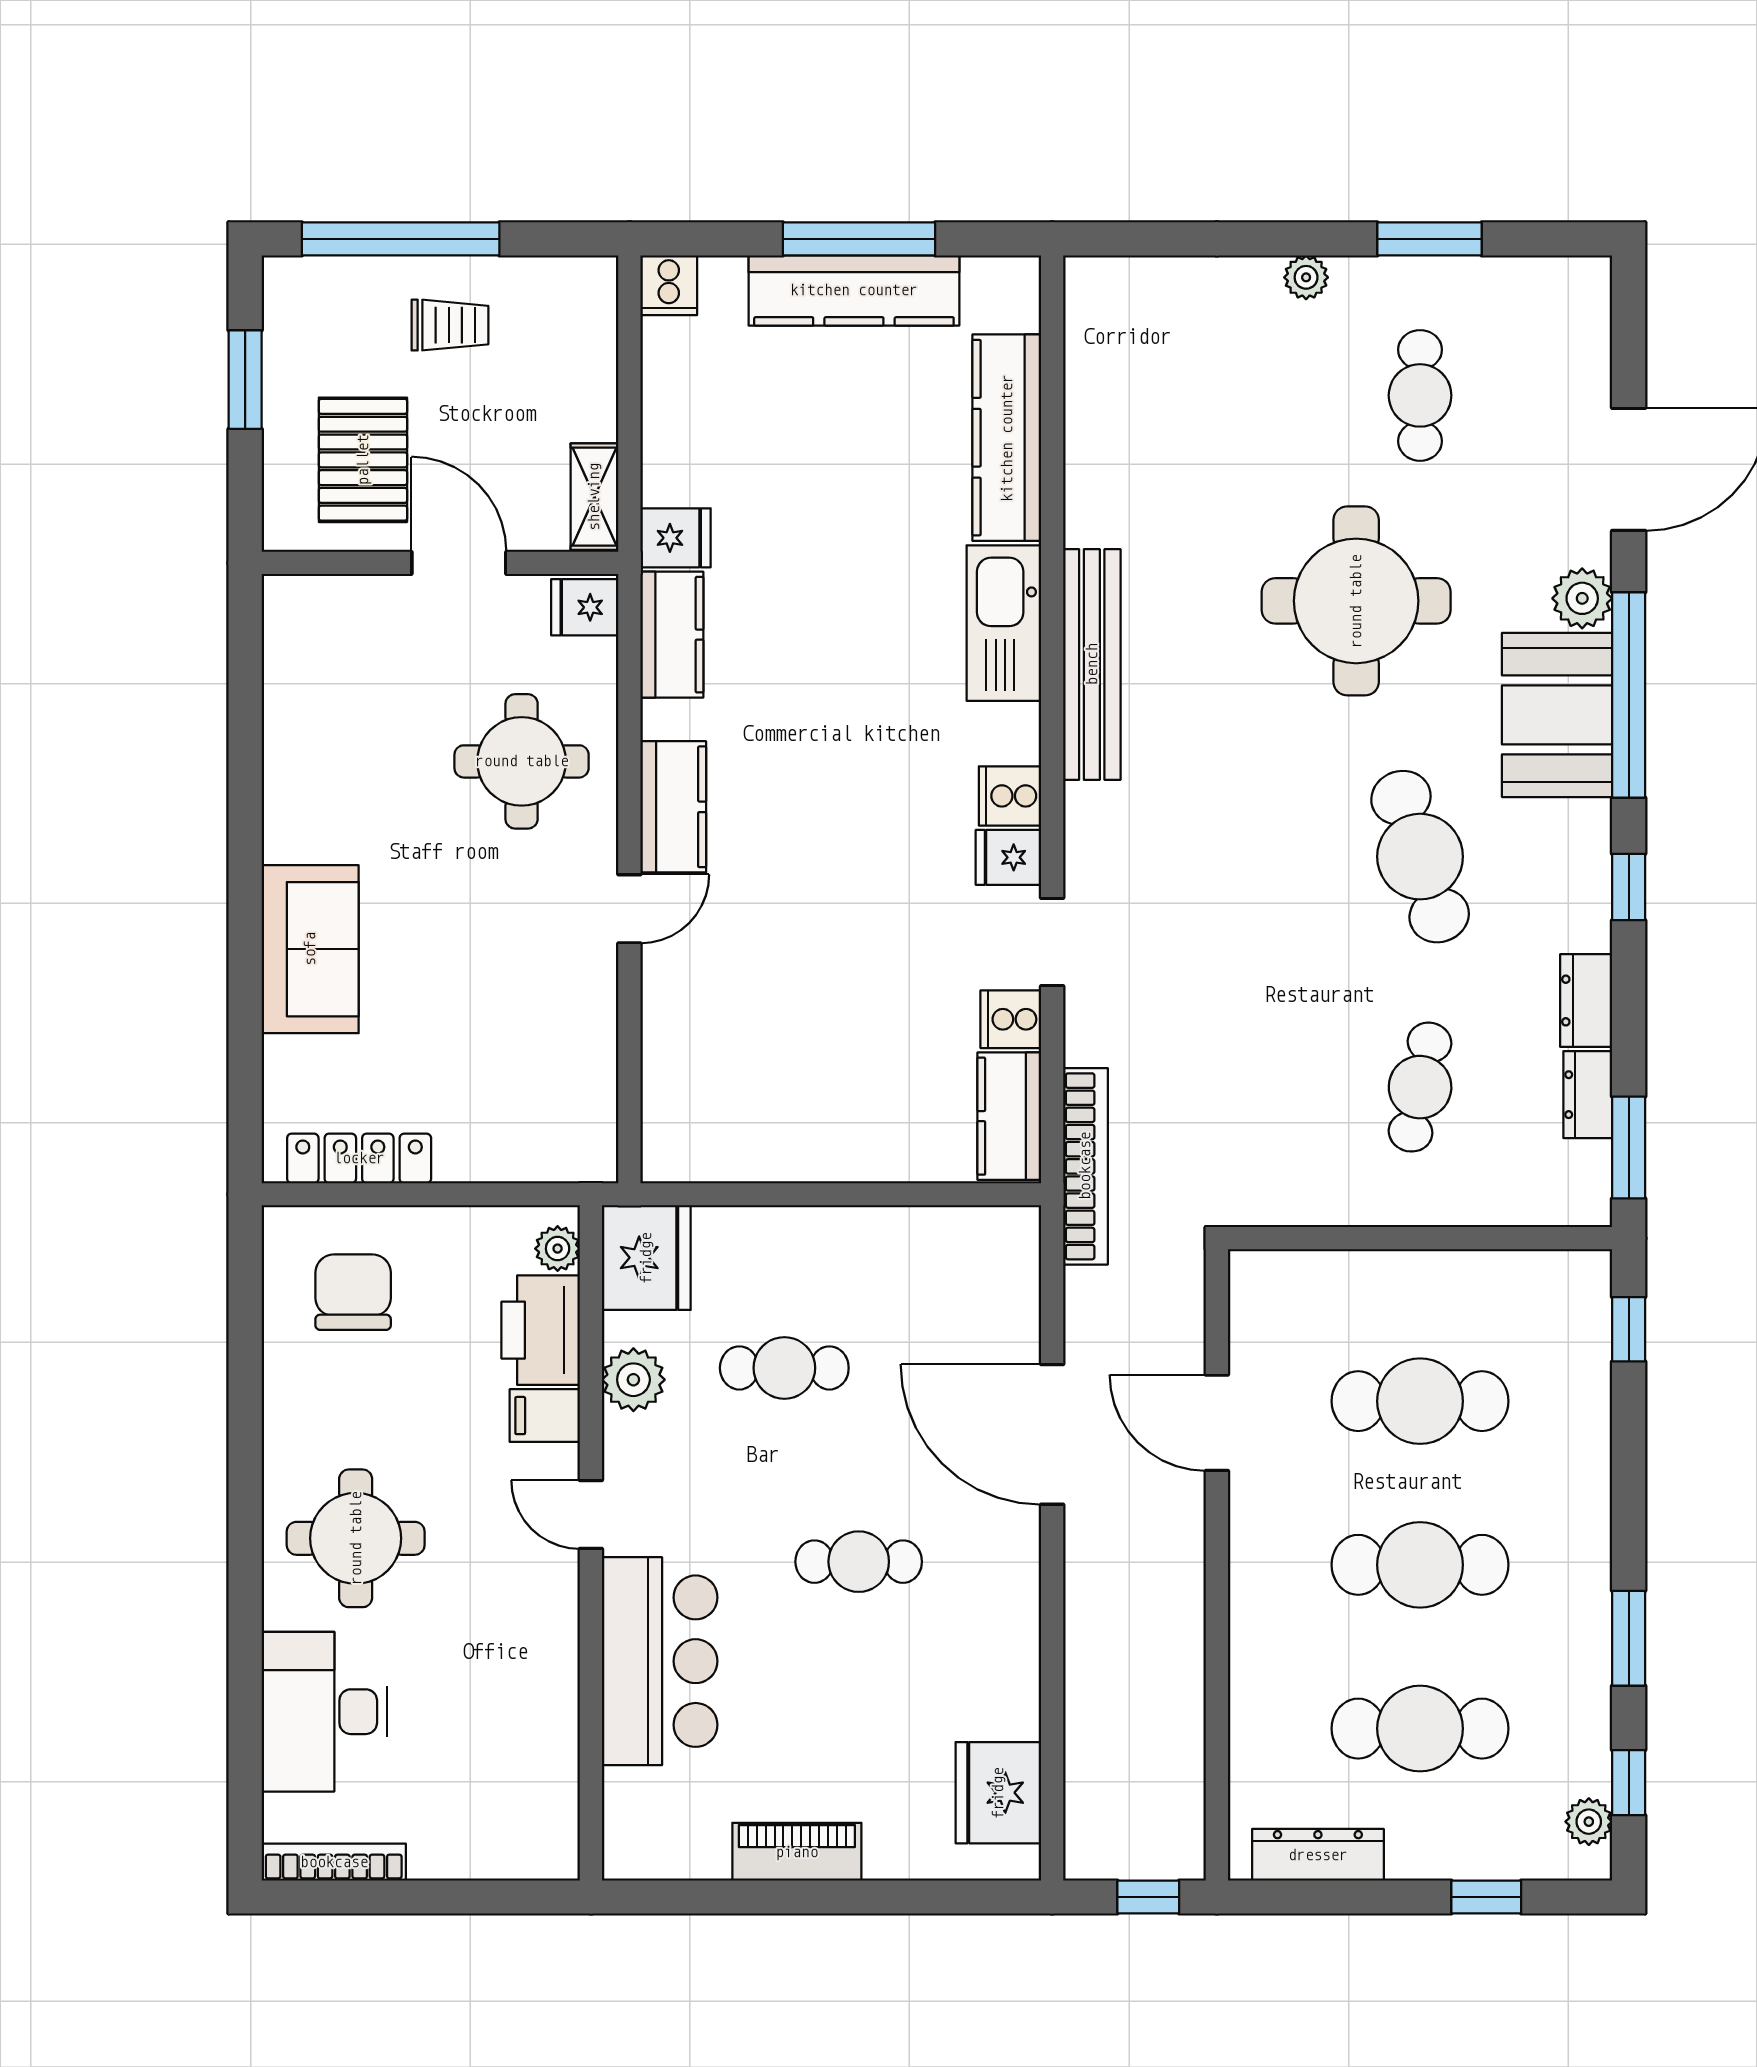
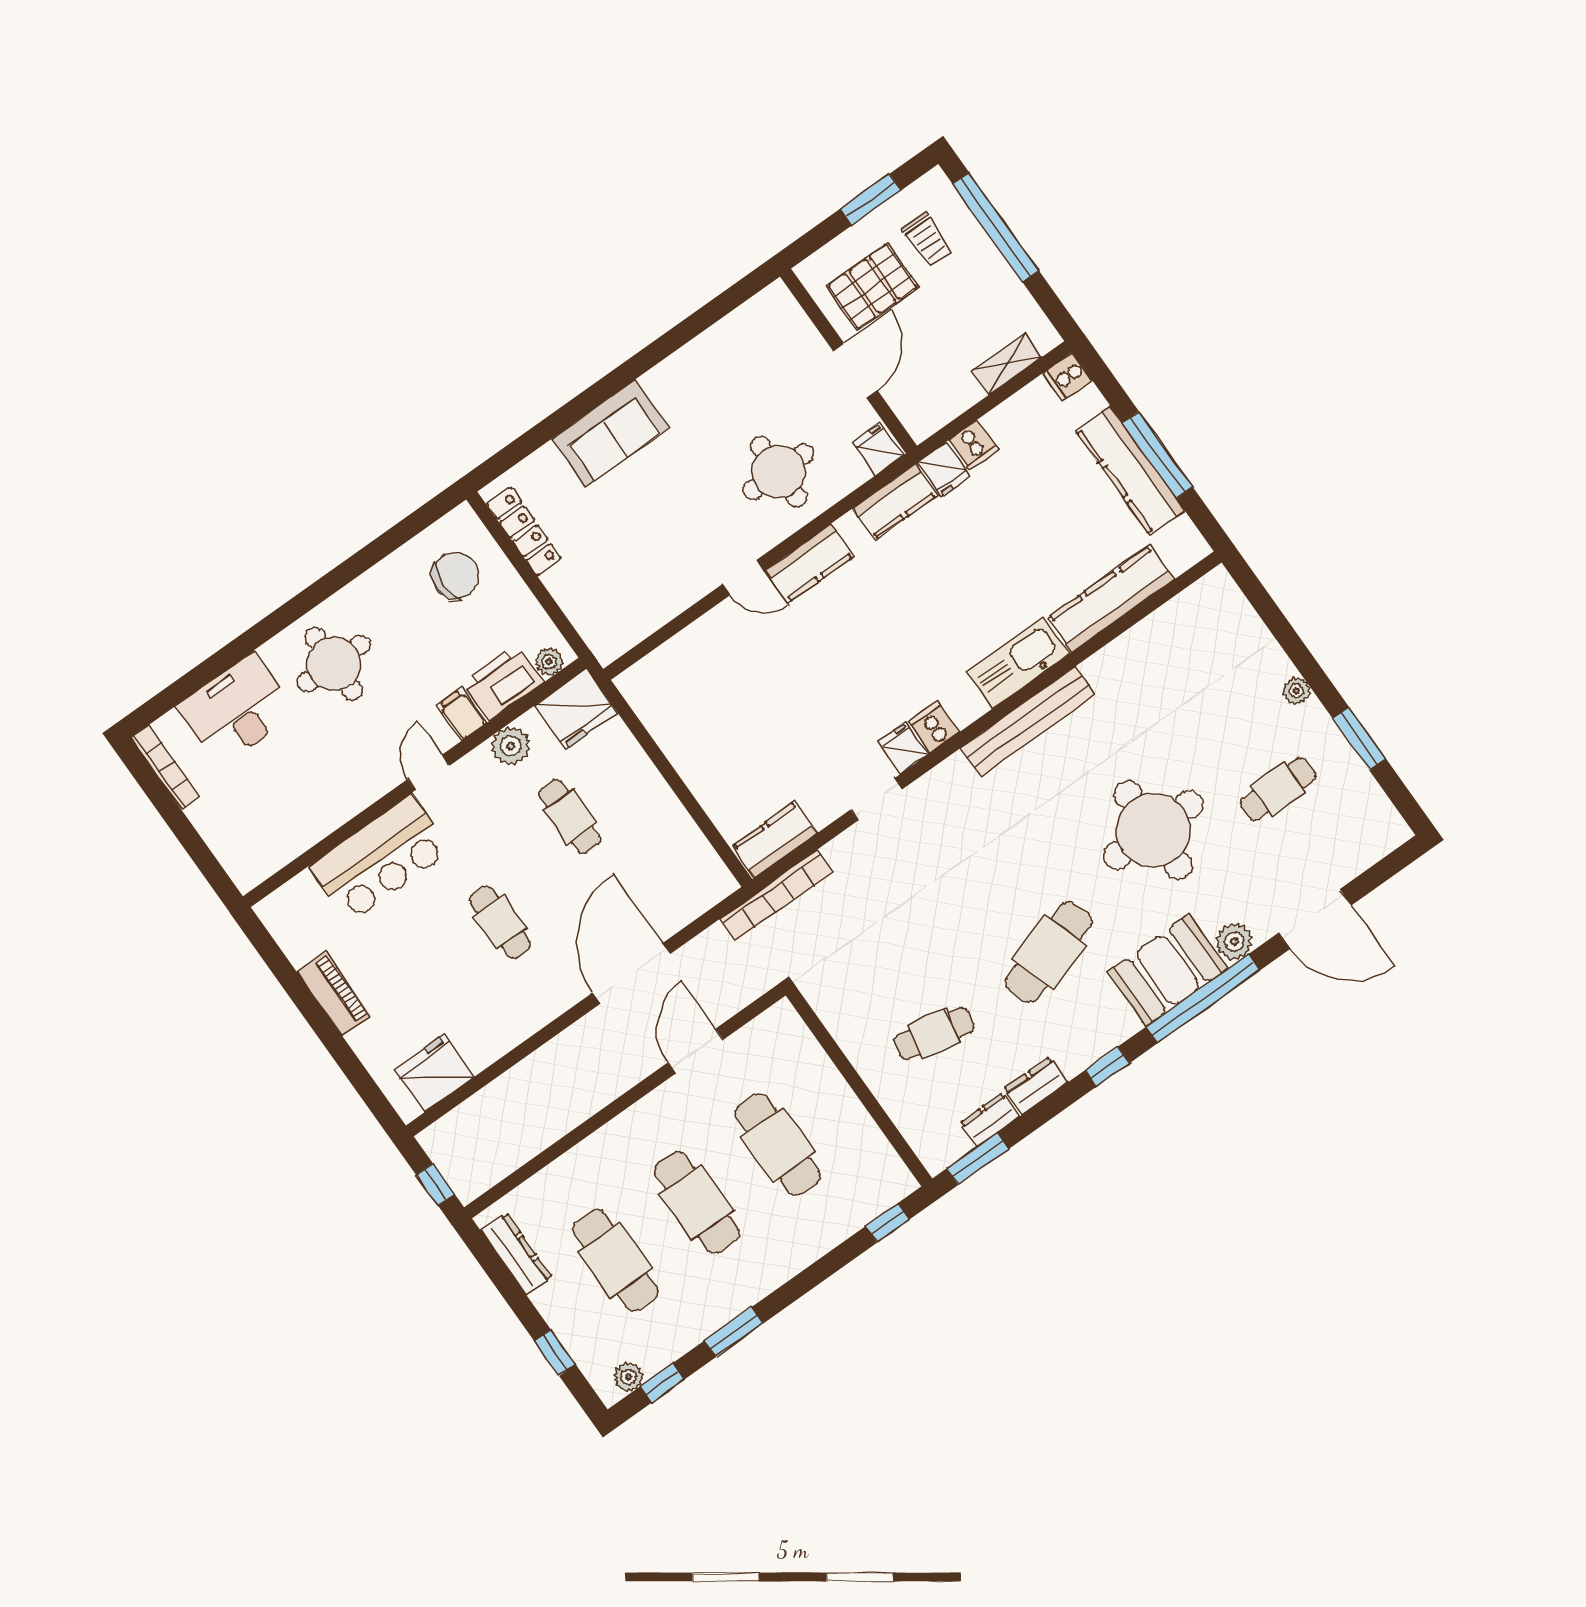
trolley: (450, 325) -> (927, 240), moved
shelving: (594, 497) -> (1007, 364), moved
cooker: (1011, 1019) -> (974, 445), moved, turned 180

